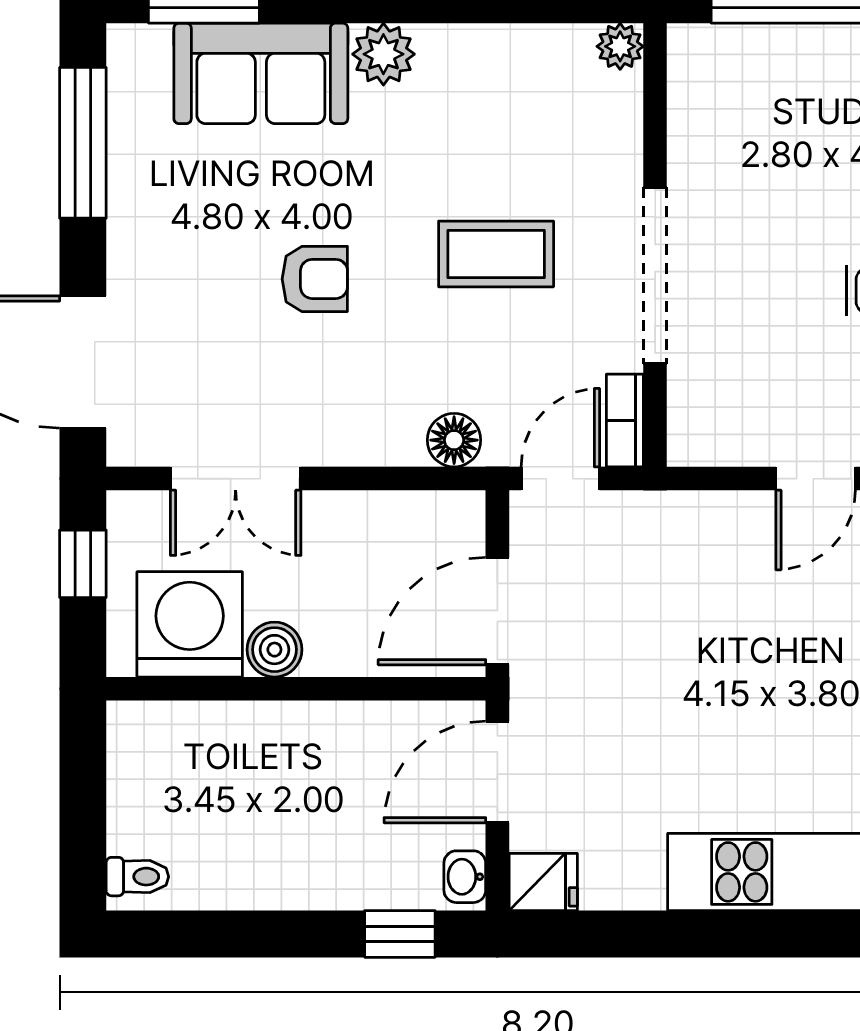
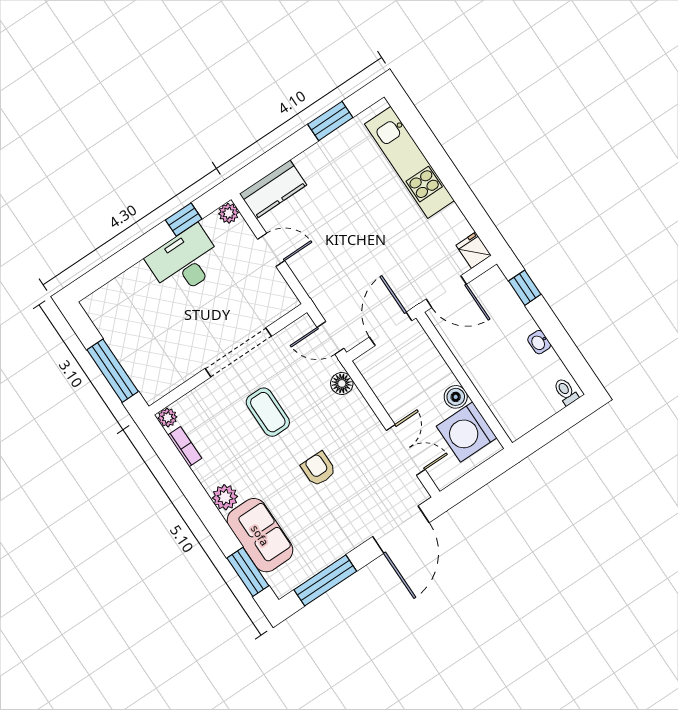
bookcase: (625, 420) -> (185, 447), moved, turned -90
window: (83, 564) -> (471, 483), removed
door: (497, 611) -> (391, 329), swing flipped
washbasin: (465, 877) -> (539, 342), moved, turned 90

